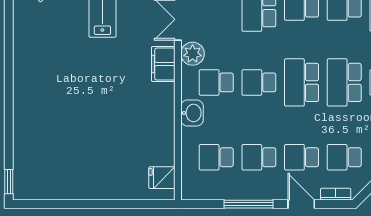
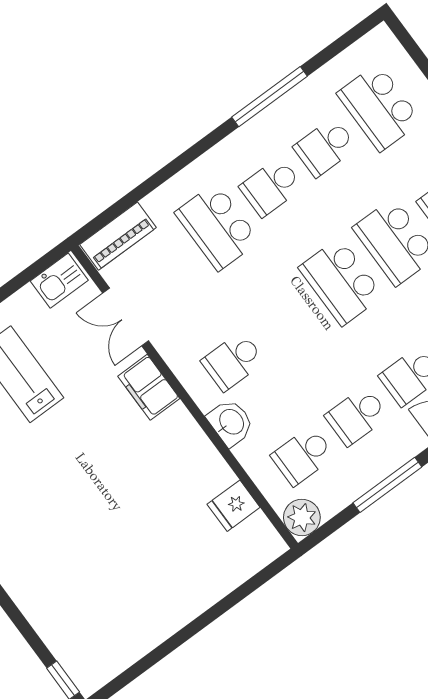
plant: (193, 54) -> (302, 517), moved
school desk: (259, 82) -> (287, 321), removed
fridge: (162, 178) -> (234, 506), moved

